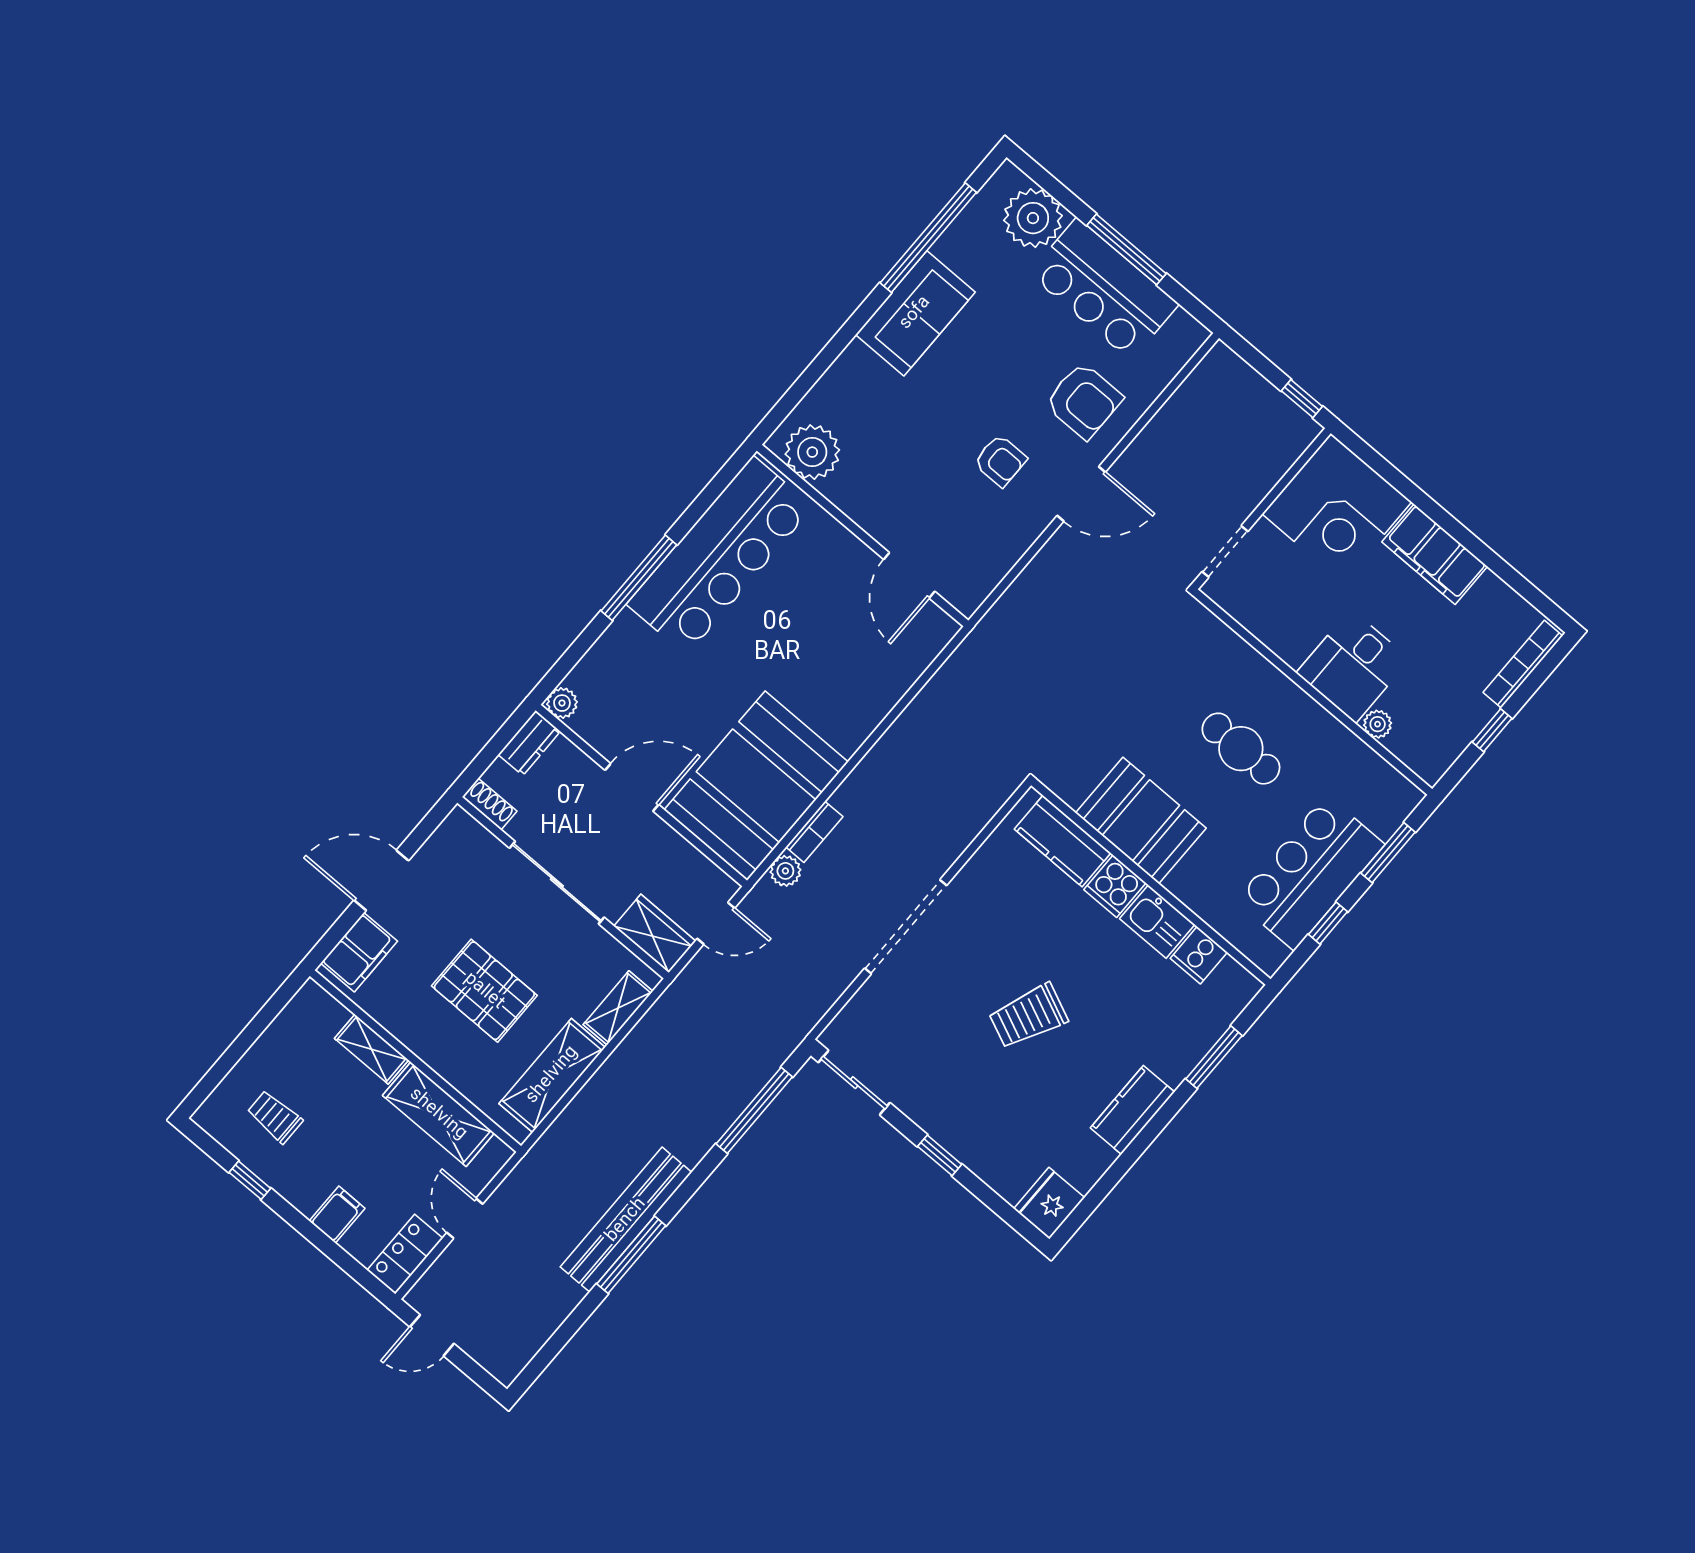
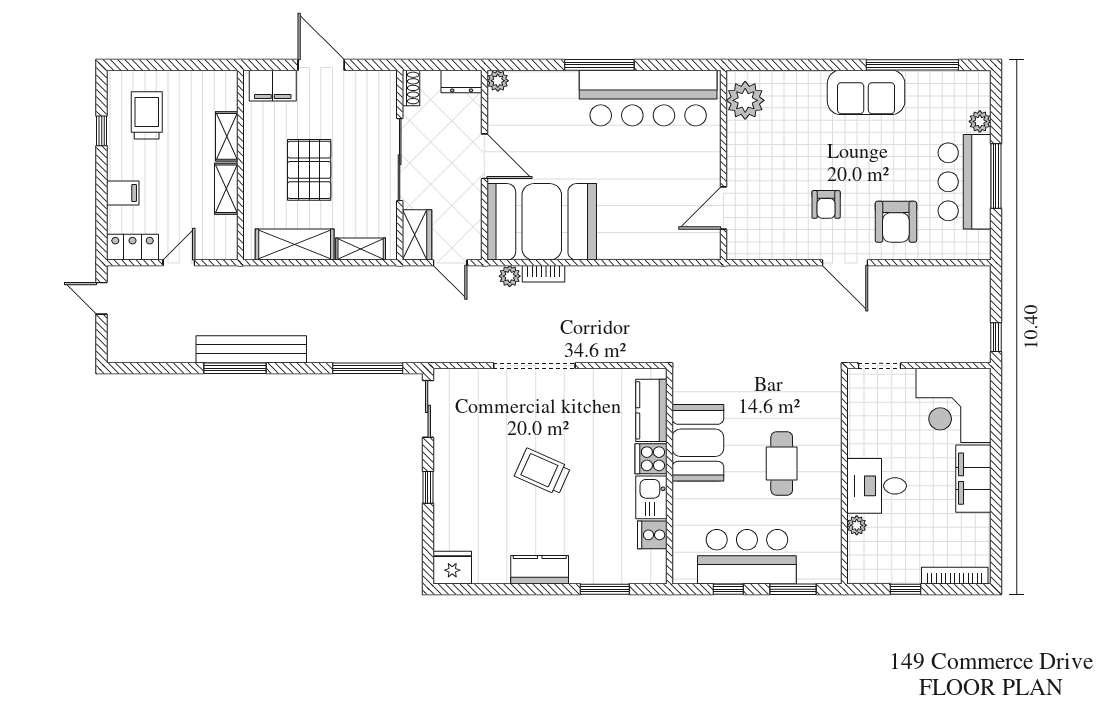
plant: (1033, 218) -> (980, 121), width x0.53, depth x0.53
shelving: (438, 1114) -> (226, 189), width x0.67, depth x0.75
trolley: (275, 1117) -> (147, 115), width x1.36, depth x1.39

